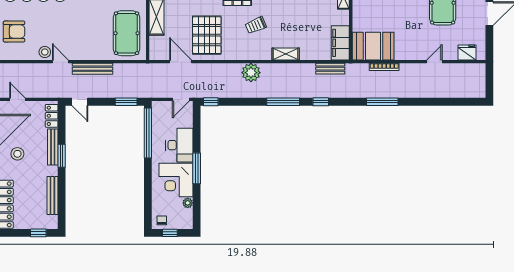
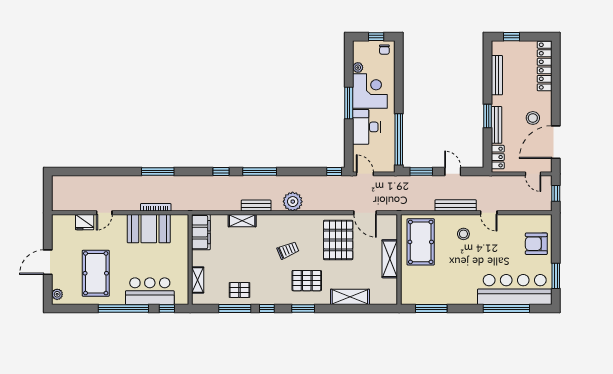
booth: (373, 46) -> (149, 229), moved
stool: (45, 52) -> (463, 234), moved
fridge: (467, 52) -> (85, 222), moved
shelving: (286, 54) -> (242, 221), moved
bench: (330, 69) -> (256, 206), moved
door: (181, 99) -> (365, 174), hinge flipped
door: (80, 102) -> (453, 172), moved

